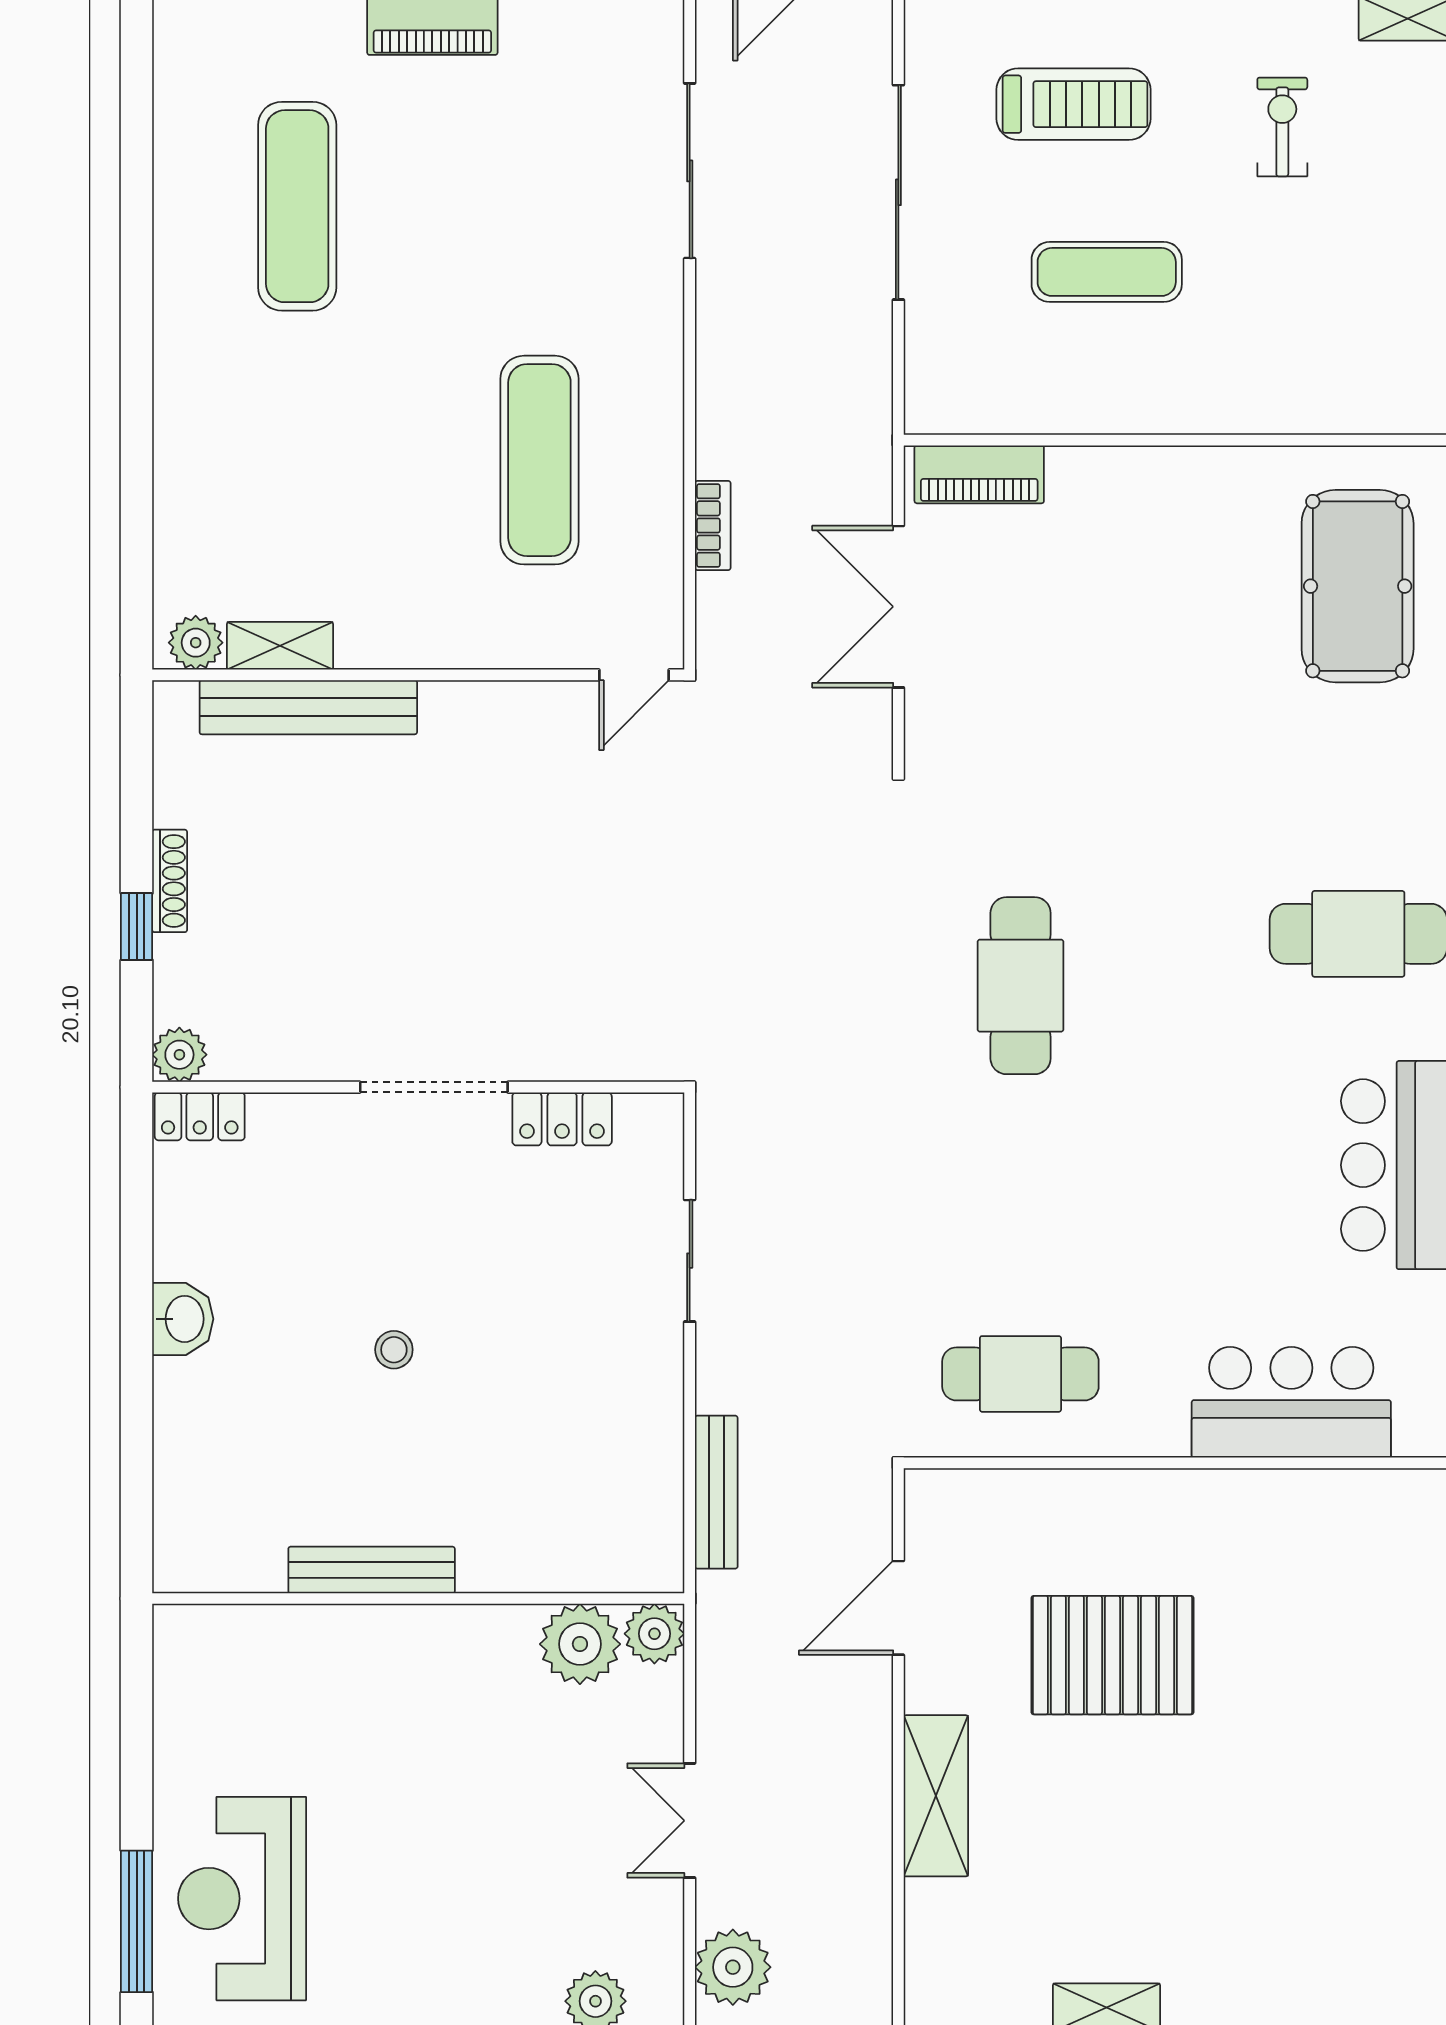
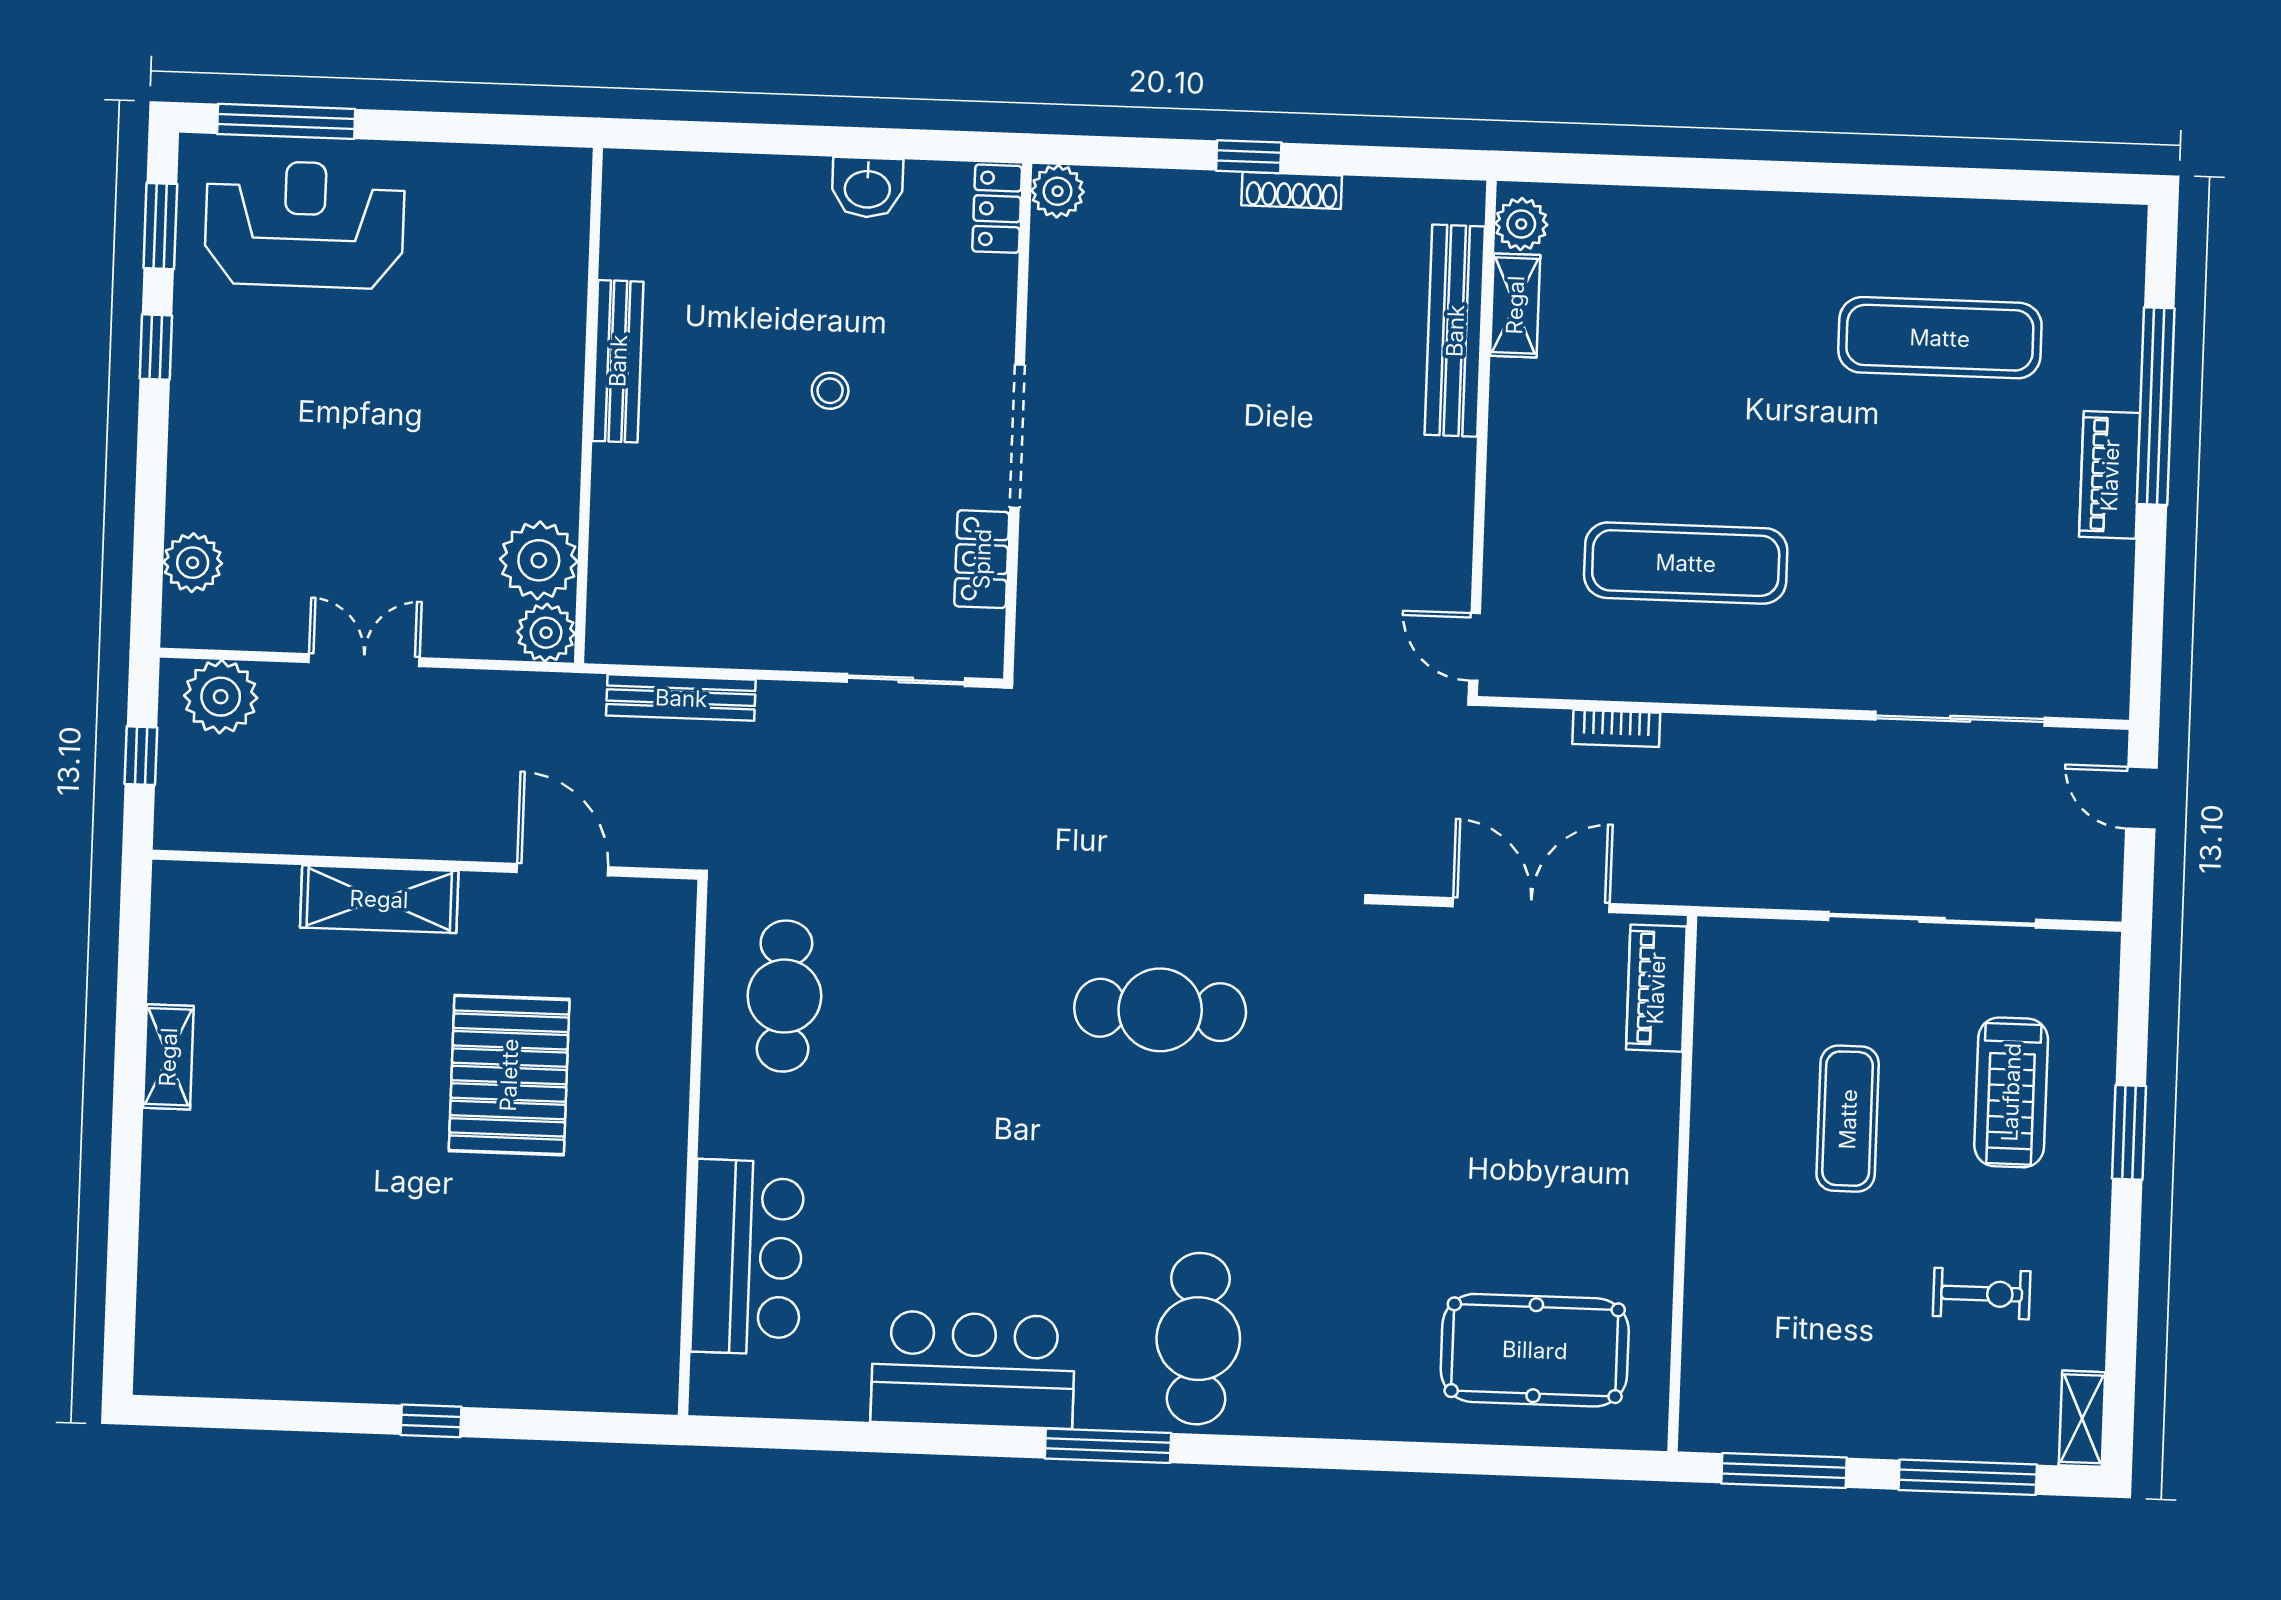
plant: (179, 1055) -> (1058, 191), moved
wall: (418, 1087) -> (1018, 421), moved
doorway: (434, 1087) -> (1017, 436), moved
locker: (200, 1116) -> (997, 209), moved
locker: (562, 1119) -> (982, 559), moved

